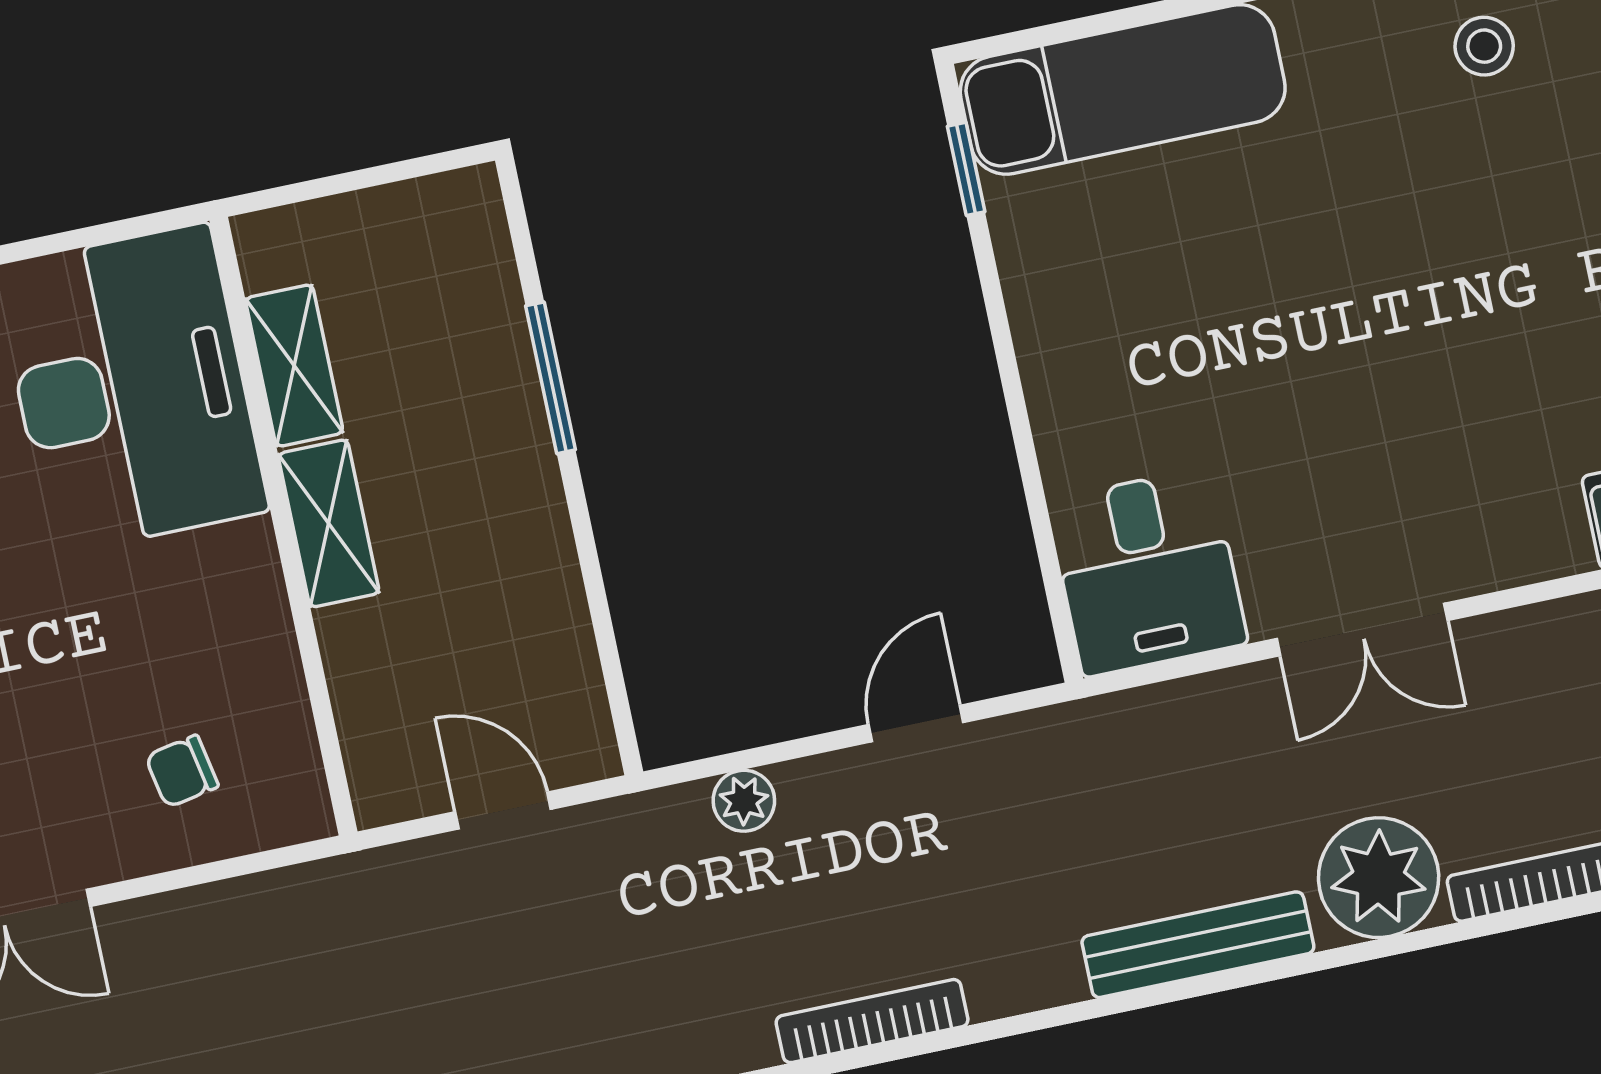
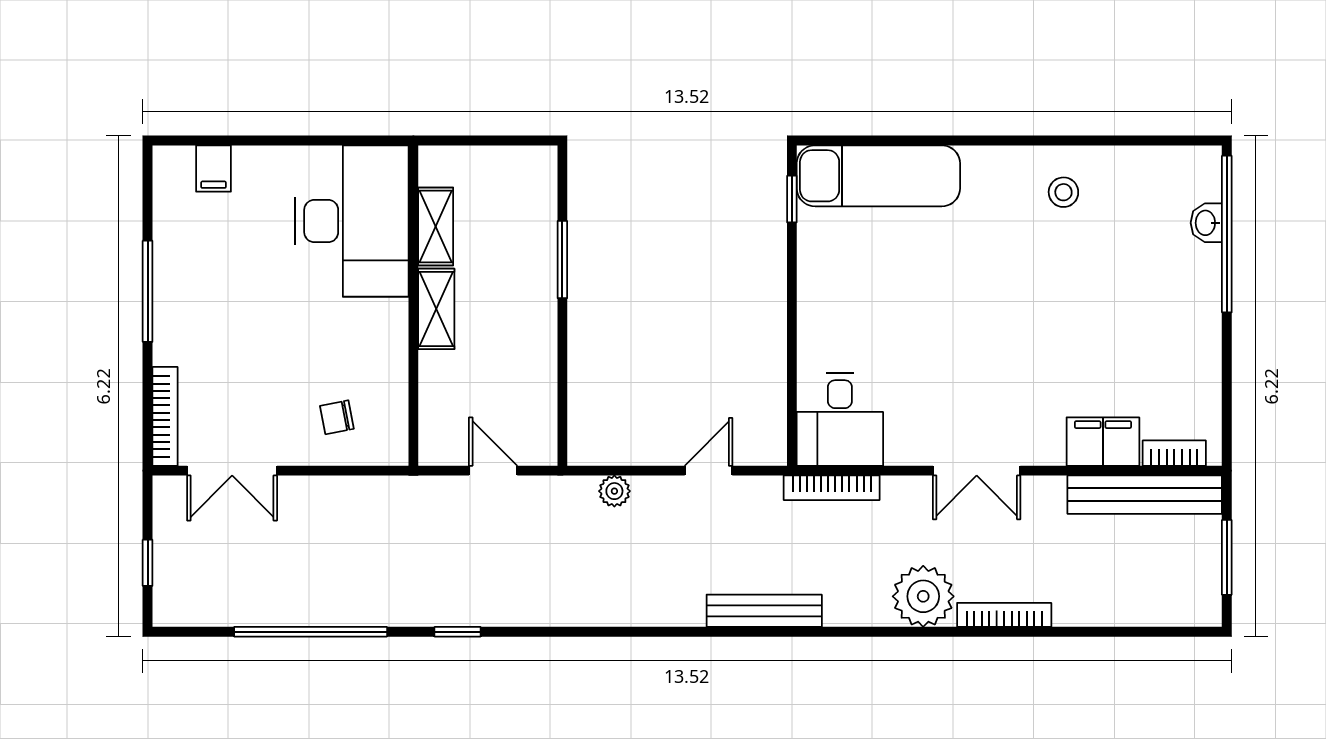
double door: (1362, 629) -> (977, 471), moved
bench: (1198, 945) -> (764, 611), moved
bookcase: (872, 1021) -> (832, 488), moved, turned 180

